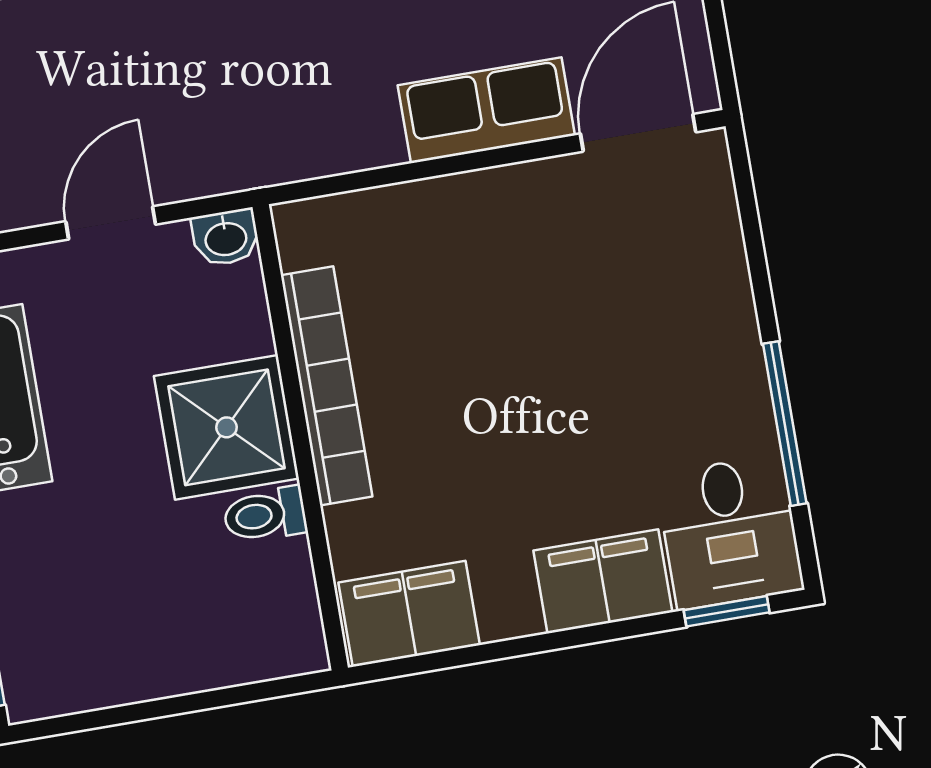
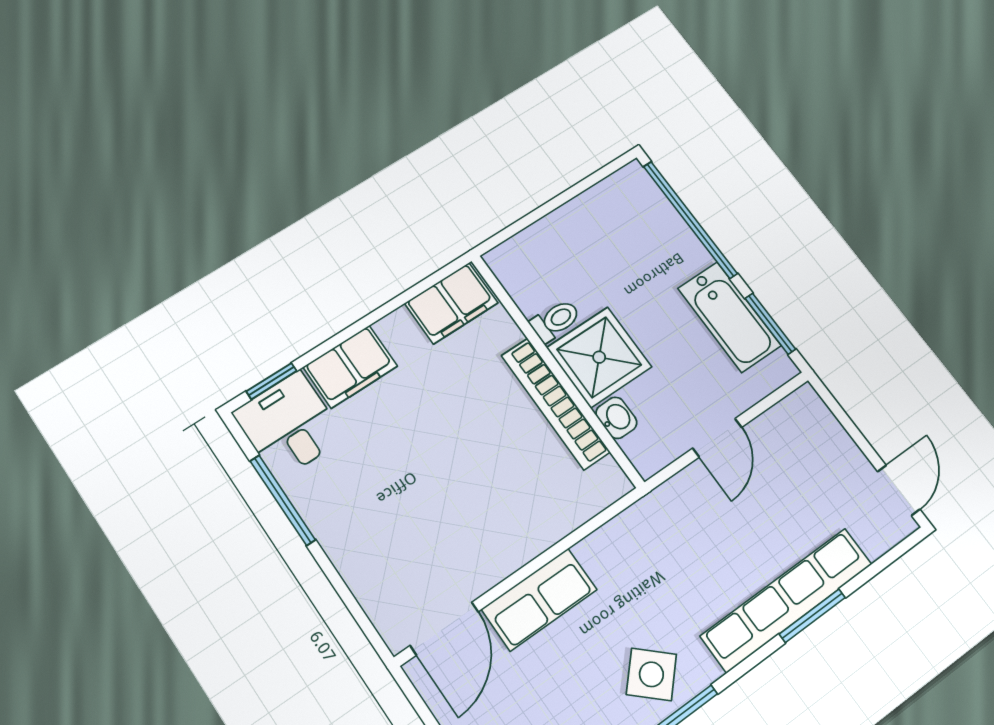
washbasin: (226, 238) -> (616, 418), moved, turned 90

